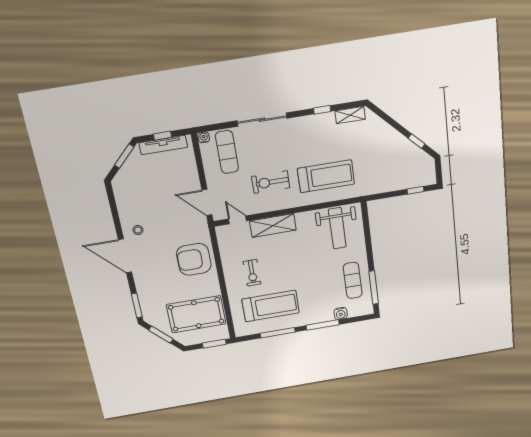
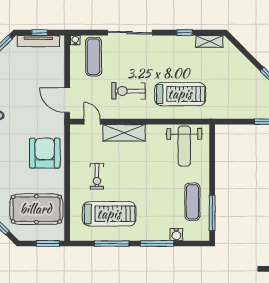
armchair: (194, 259) -> (45, 153), turned 90

